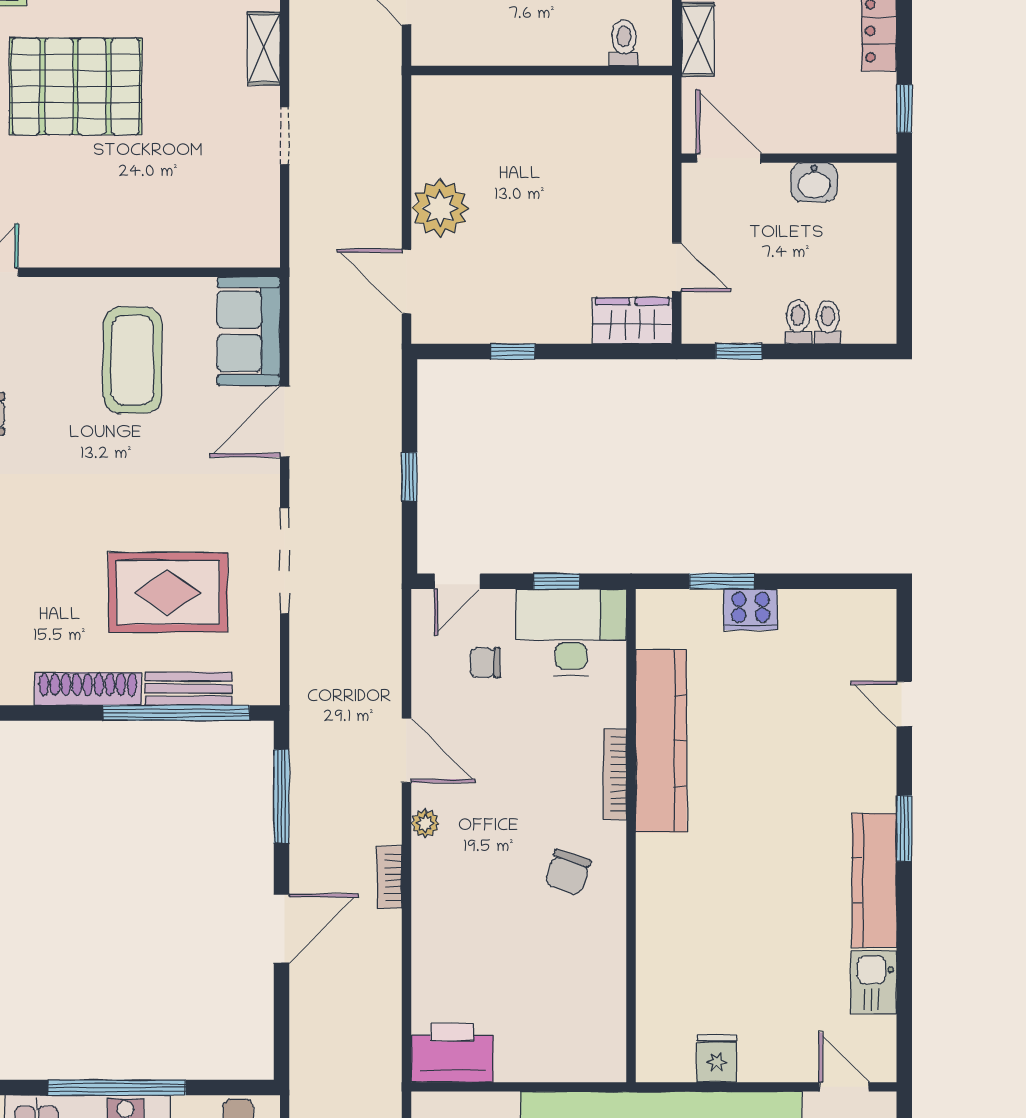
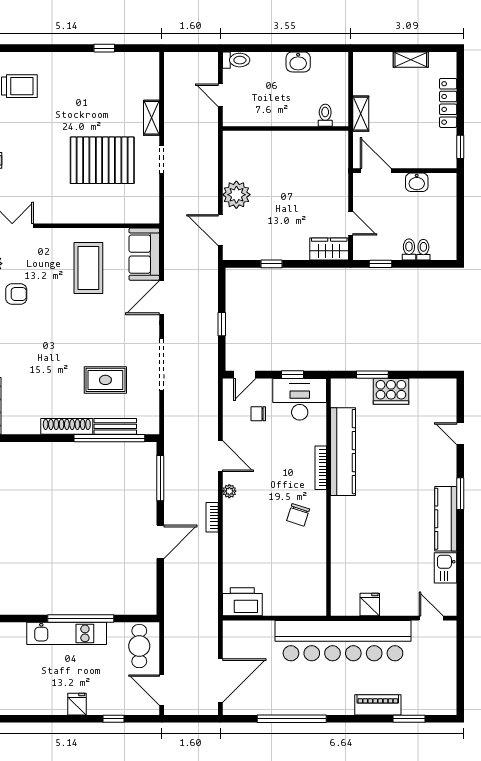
pallet: (75, 86) -> (102, 160), moved
rug: (168, 592) -> (105, 380), width x0.73, depth x0.70
cooker: (751, 610) -> (391, 391), width x1.37, depth x1.31

